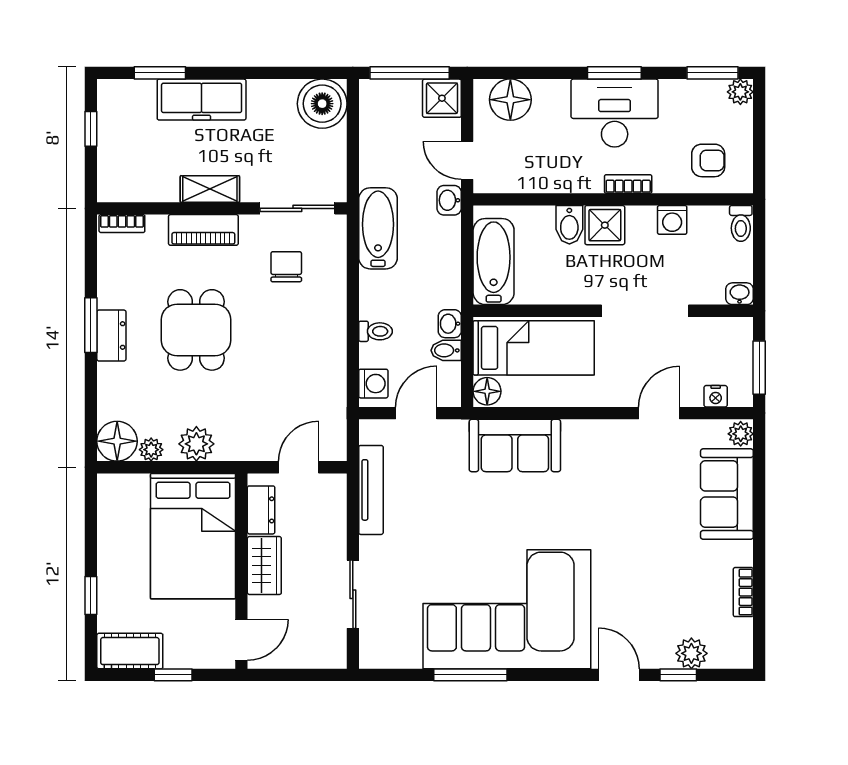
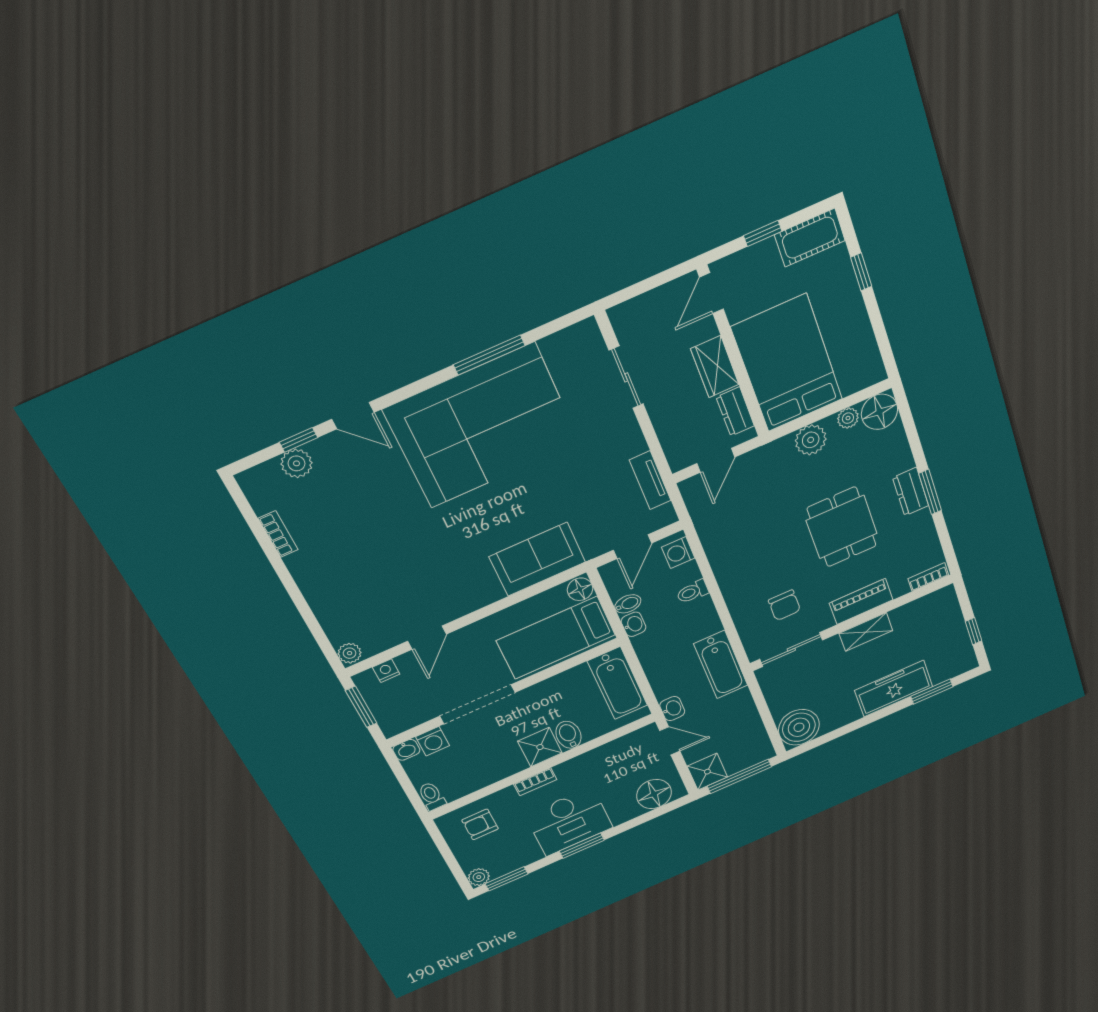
washing machine: (672, 220) -> (433, 741), moved, turned 180
tv unit: (371, 490) -> (650, 480), width x0.71
sofa: (727, 494) -> (336, 604), removed

